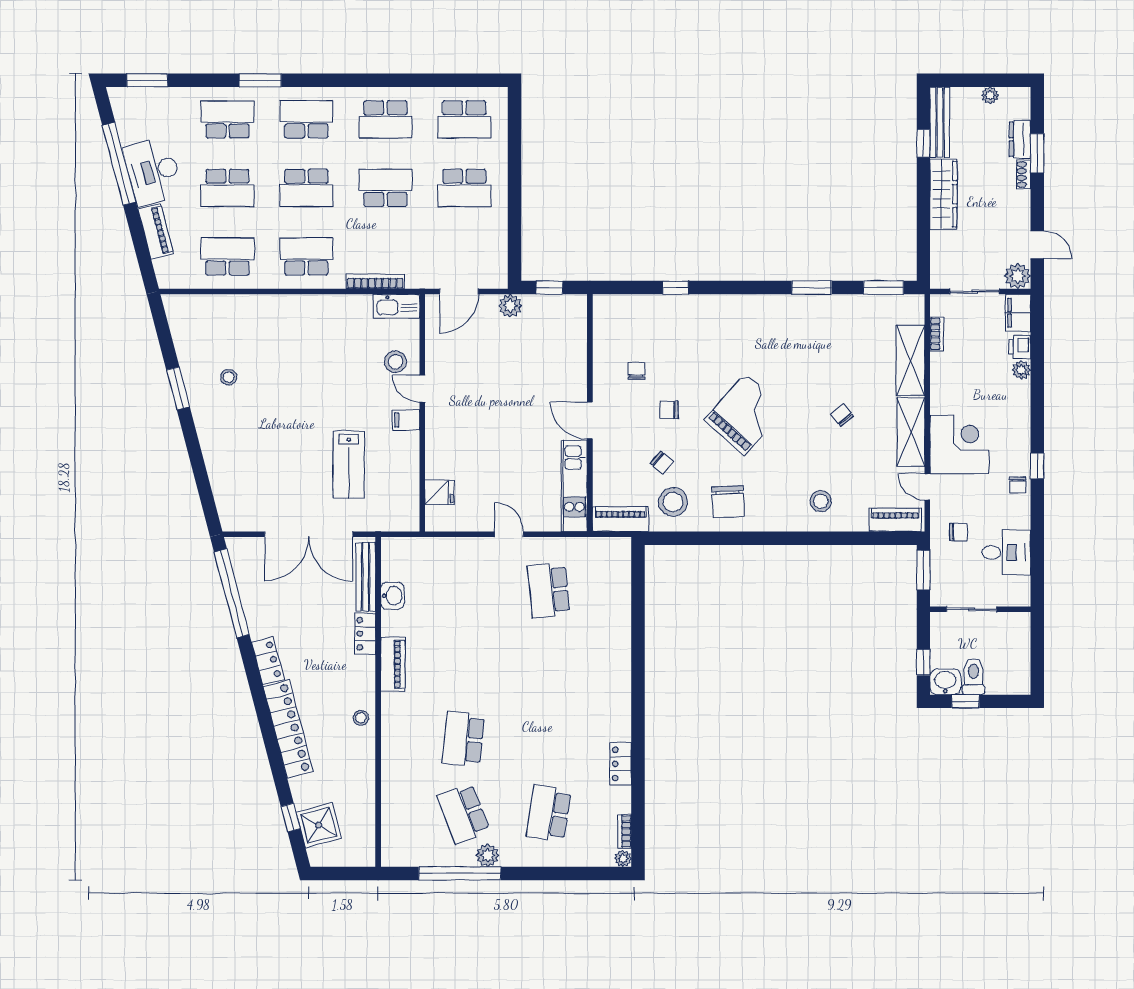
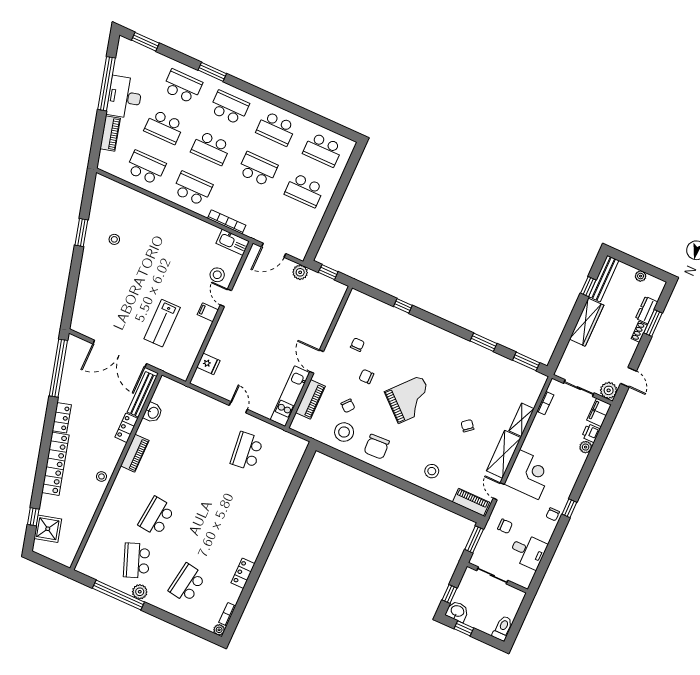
shelving: (911, 361) -> (522, 420), width x0.67, depth x0.75
piano: (620, 519) -> (310, 399), moved, turned 90
toilet: (974, 677) -> (503, 628), moved

